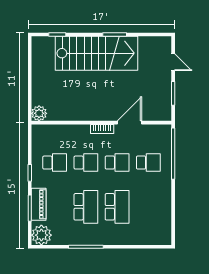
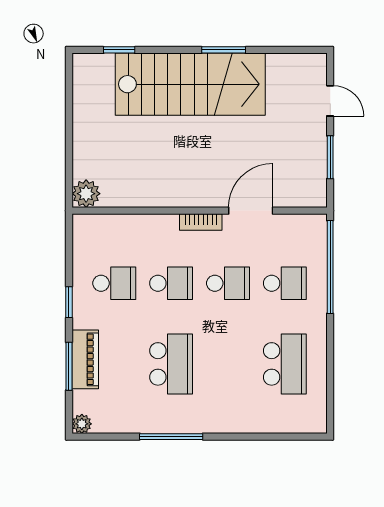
school desk: (117, 207) -> (285, 364), moved
plant: (41, 235) -> (82, 424), width x0.53, depth x0.53

